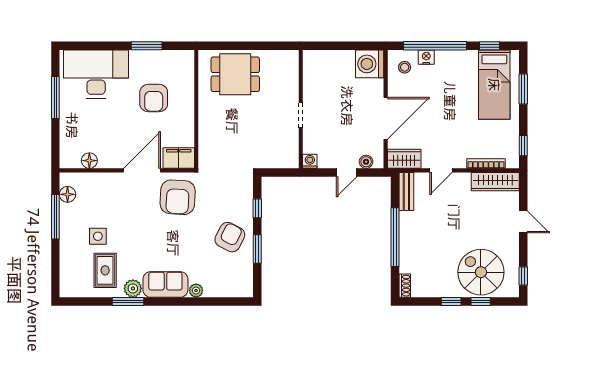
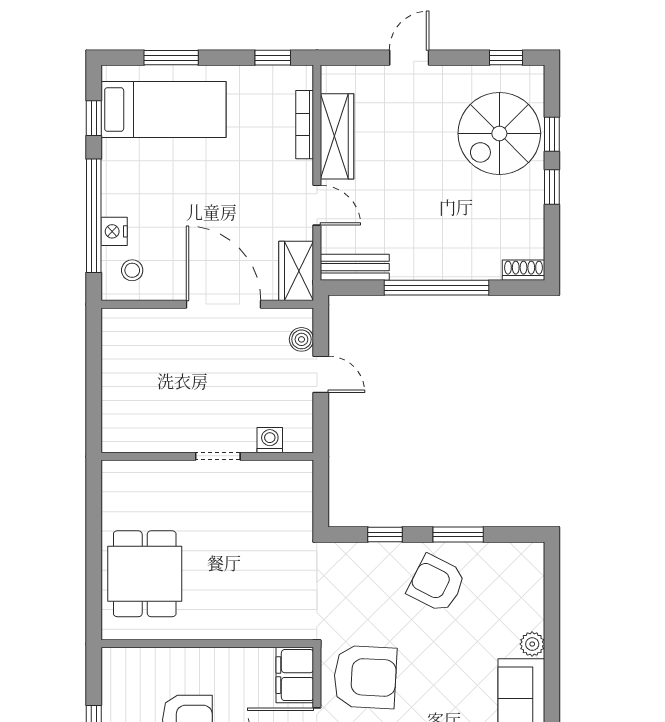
washing machine: (370, 64) -> (126, 333), removed
washing machine: (310, 161) -> (270, 440), moved, turned 90
wardrobe: (495, 182) -> (337, 136), moved

